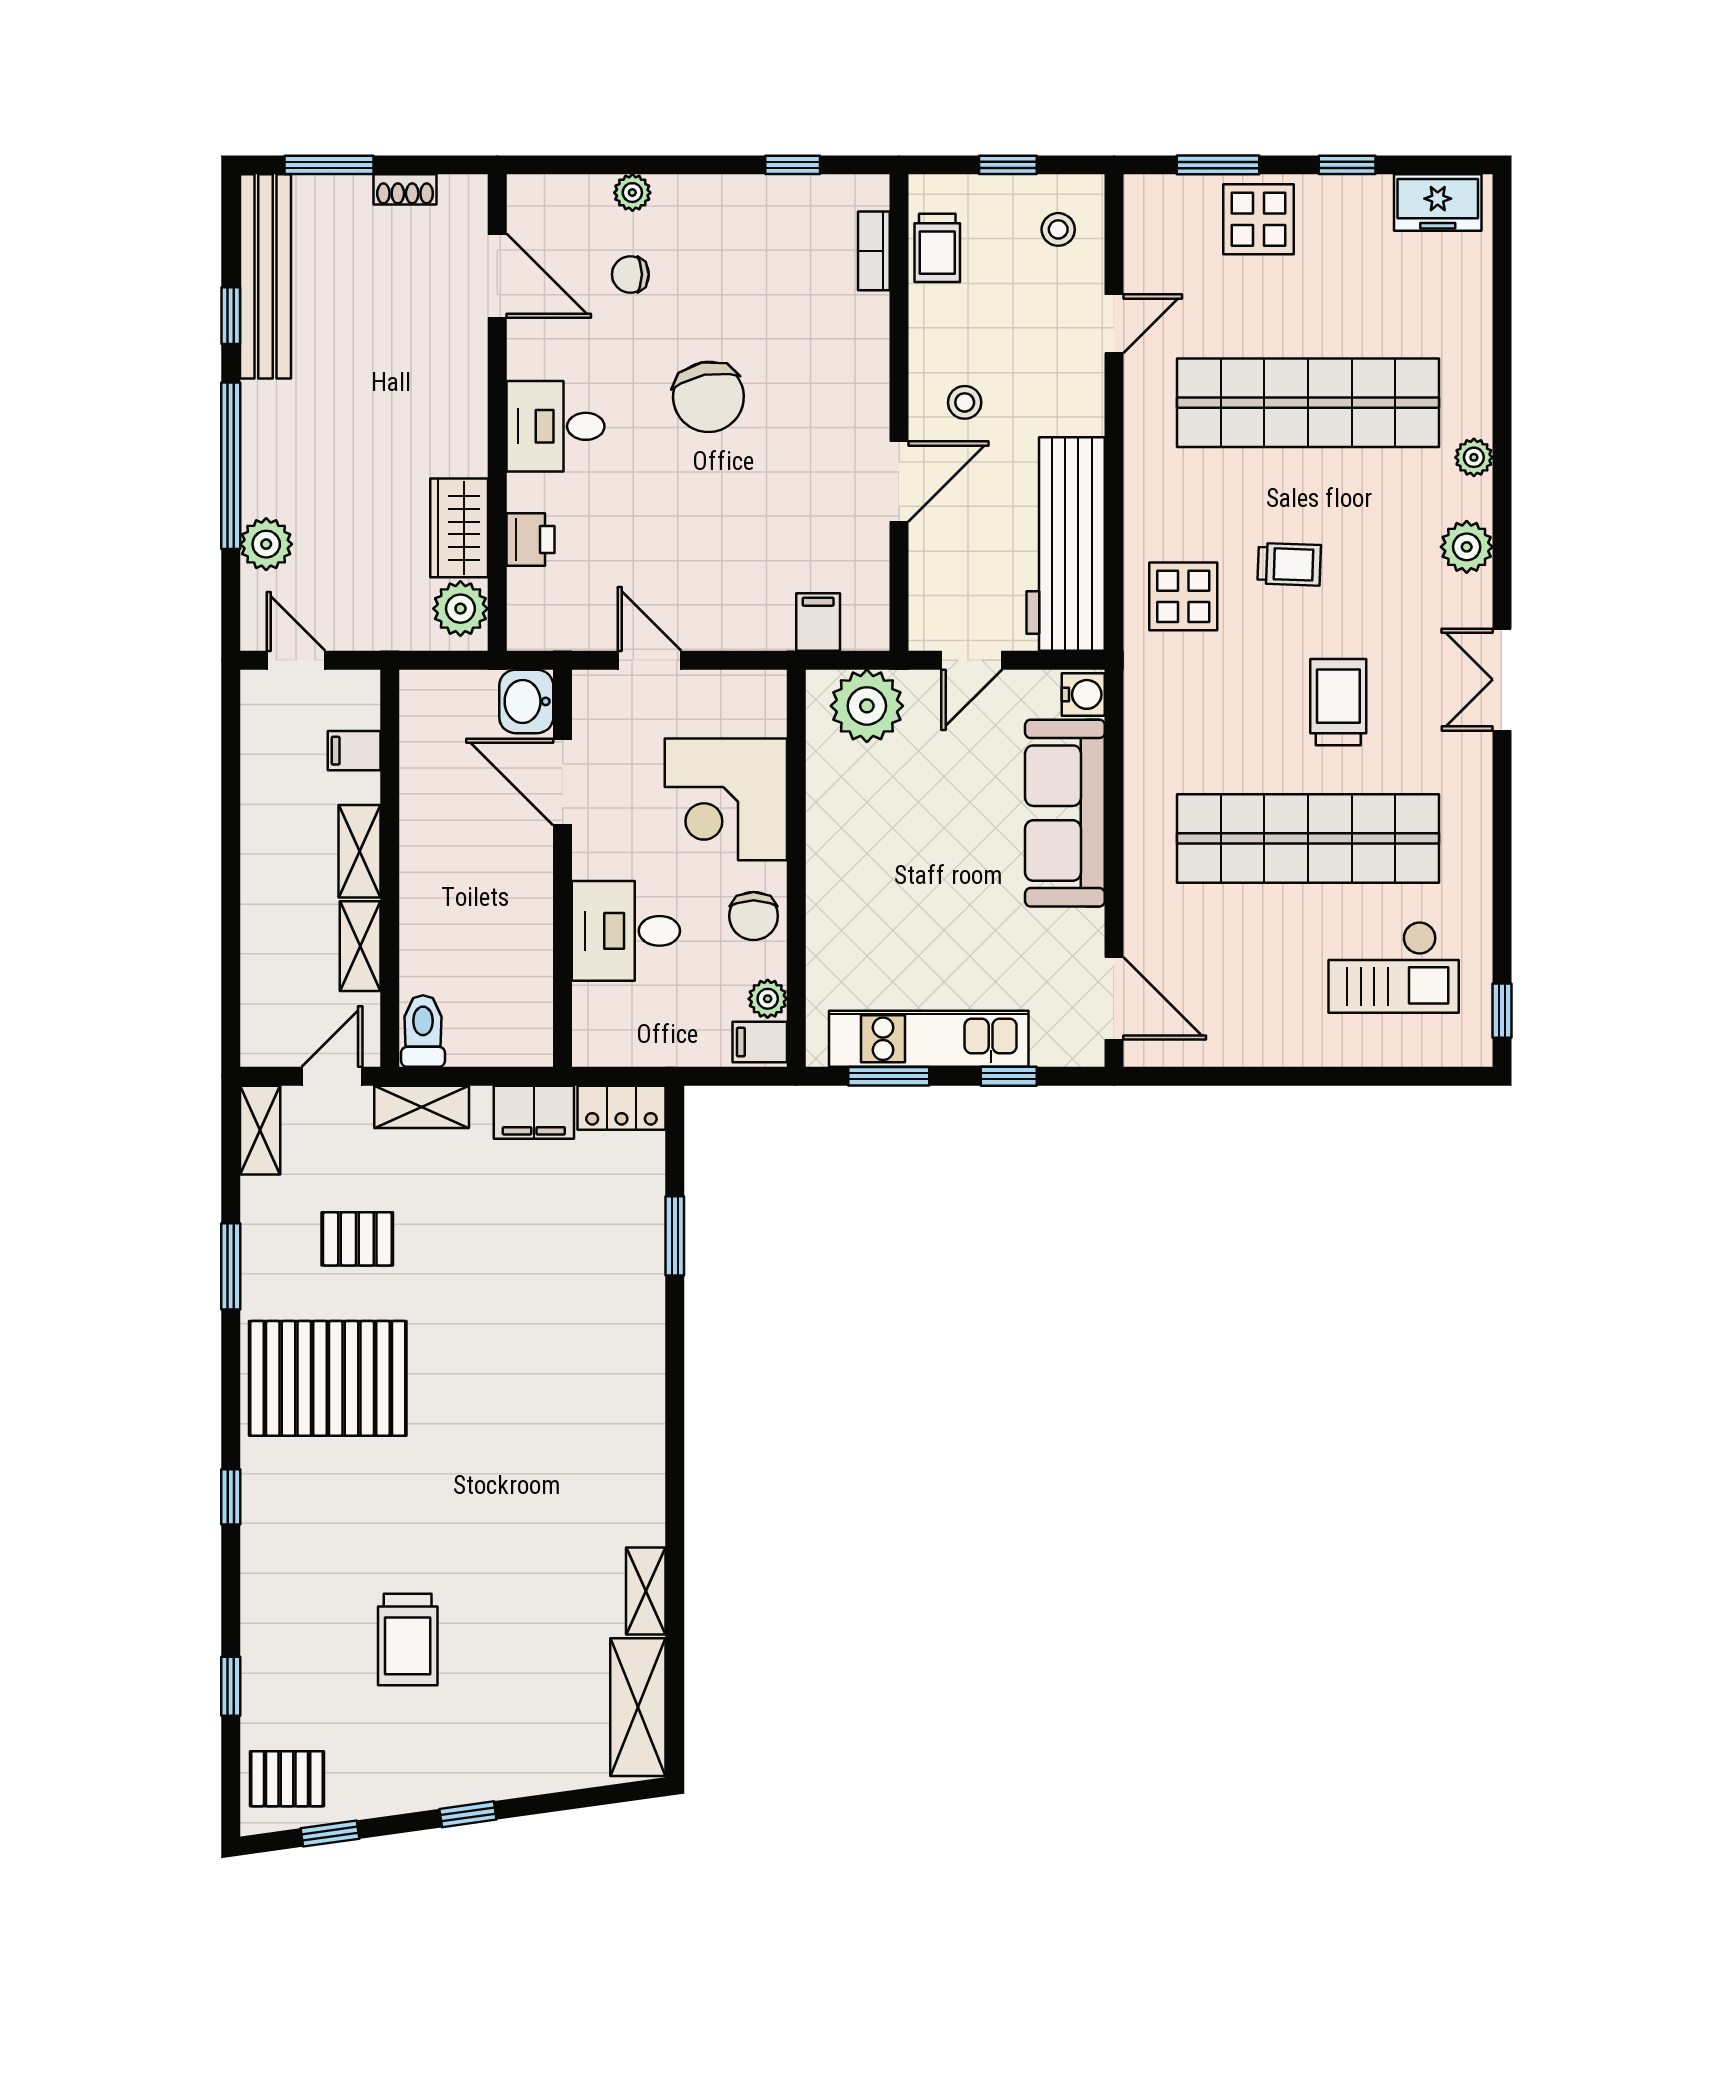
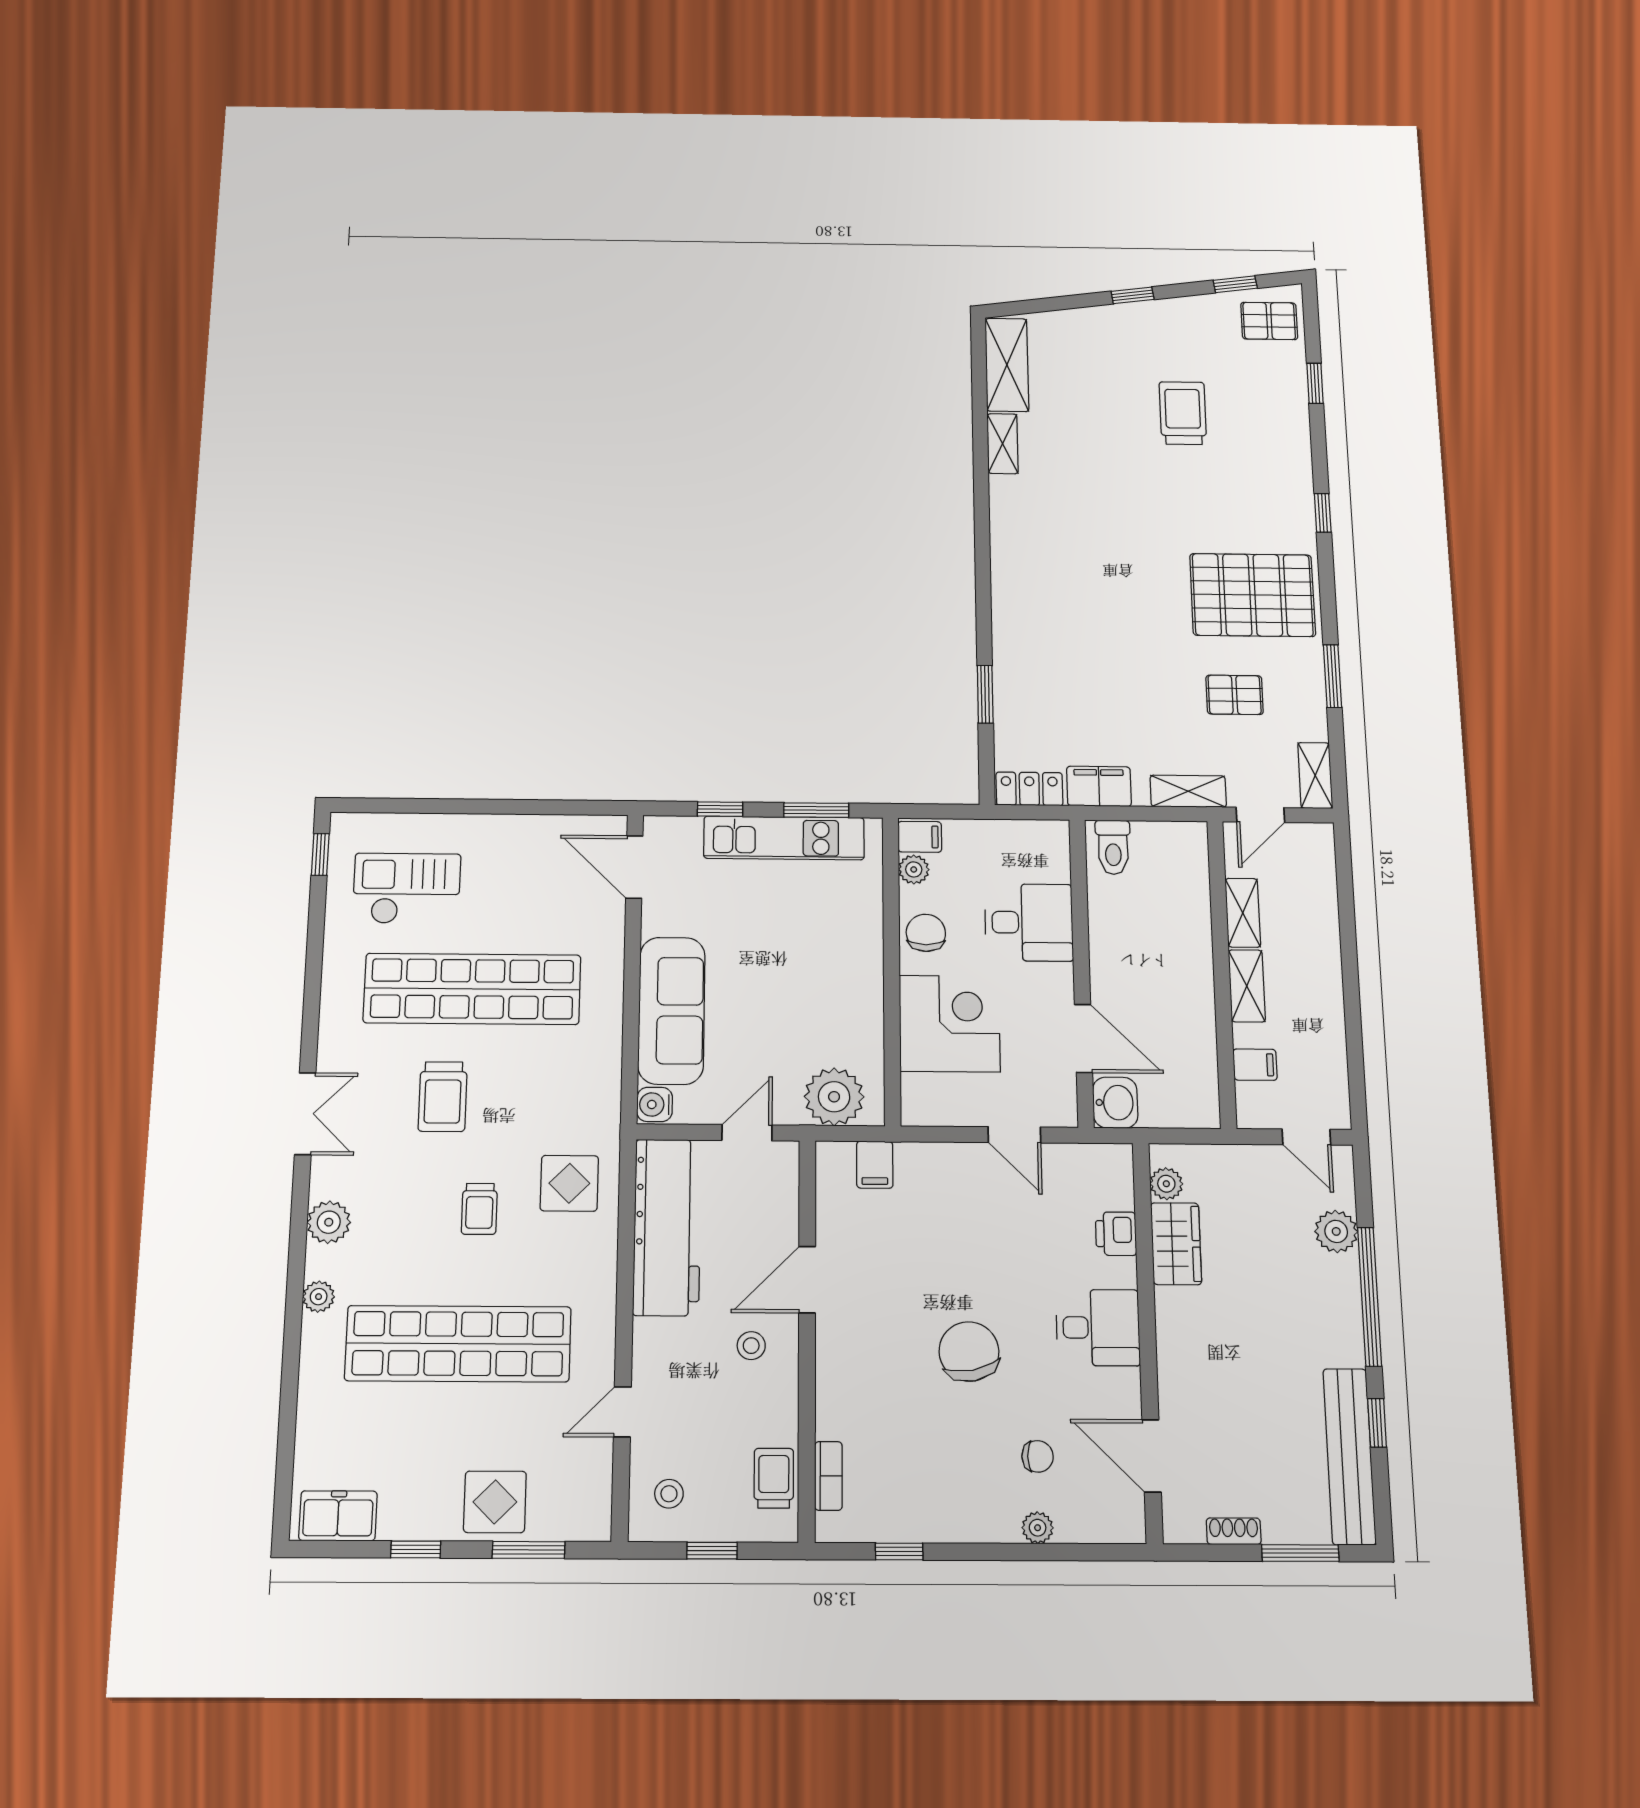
trolley: (1289, 564) -> (479, 1209), turned -92
plant: (460, 609) -> (1166, 1184), width x0.73, depth x0.73
toilet: (423, 1031) -> (1113, 847), moved

